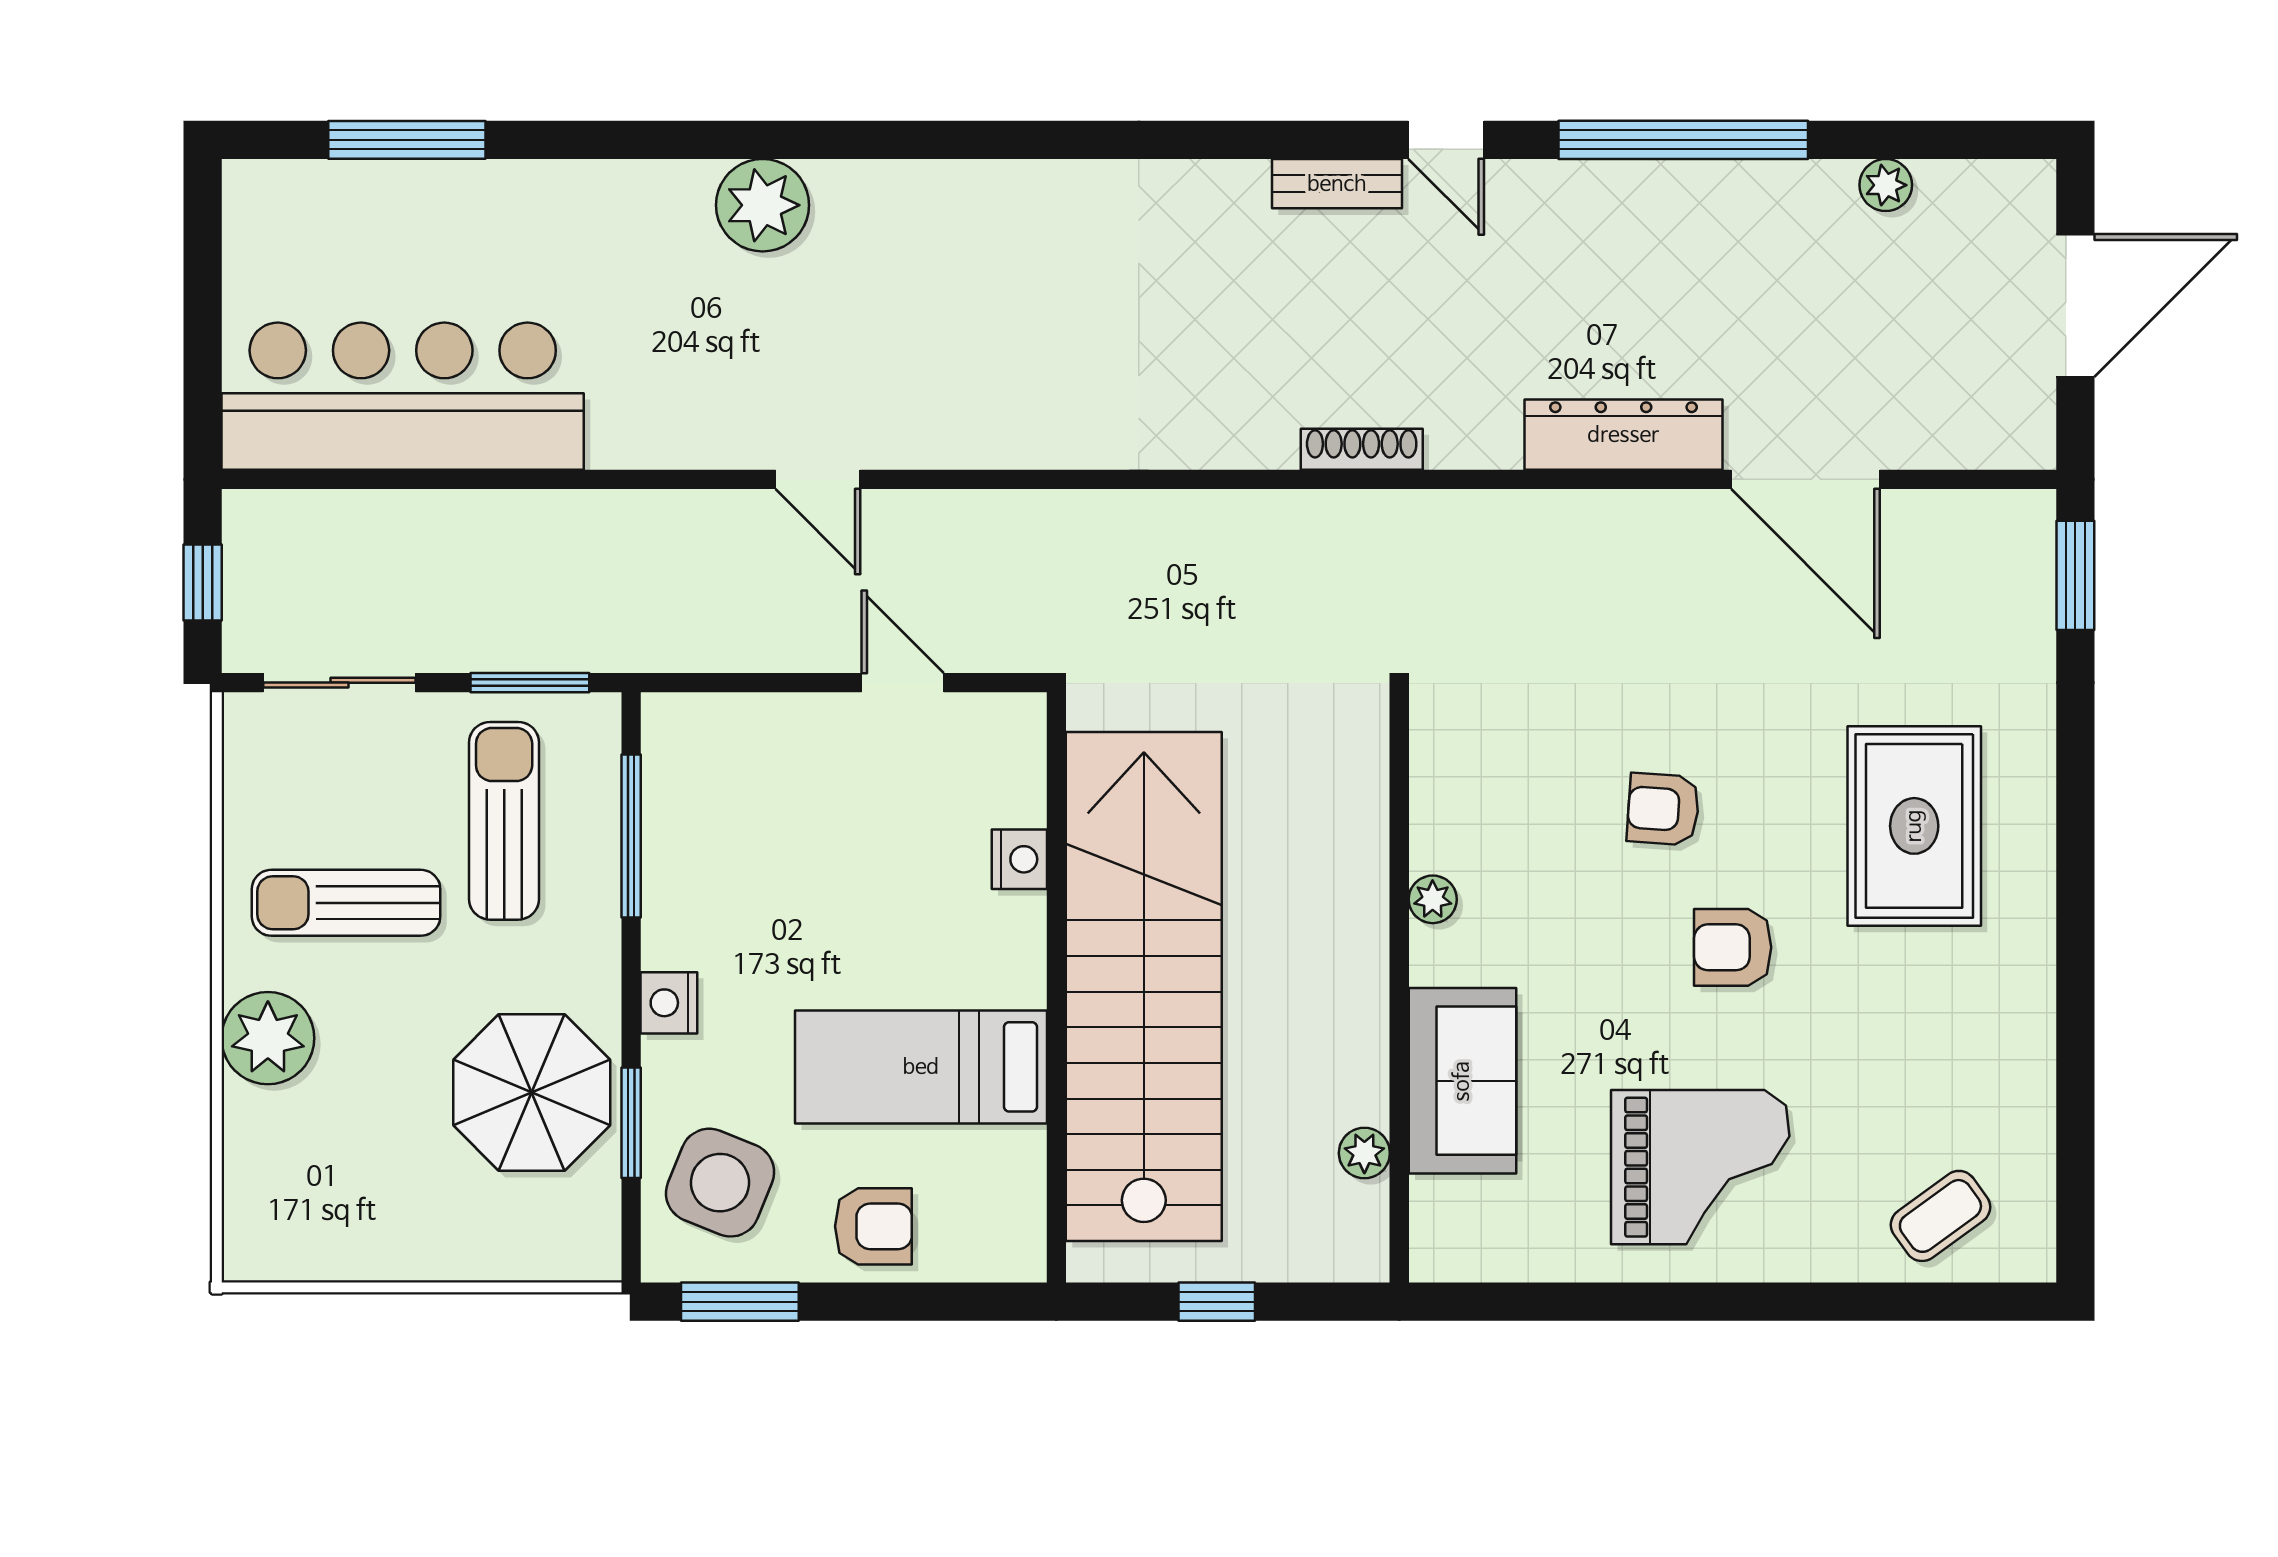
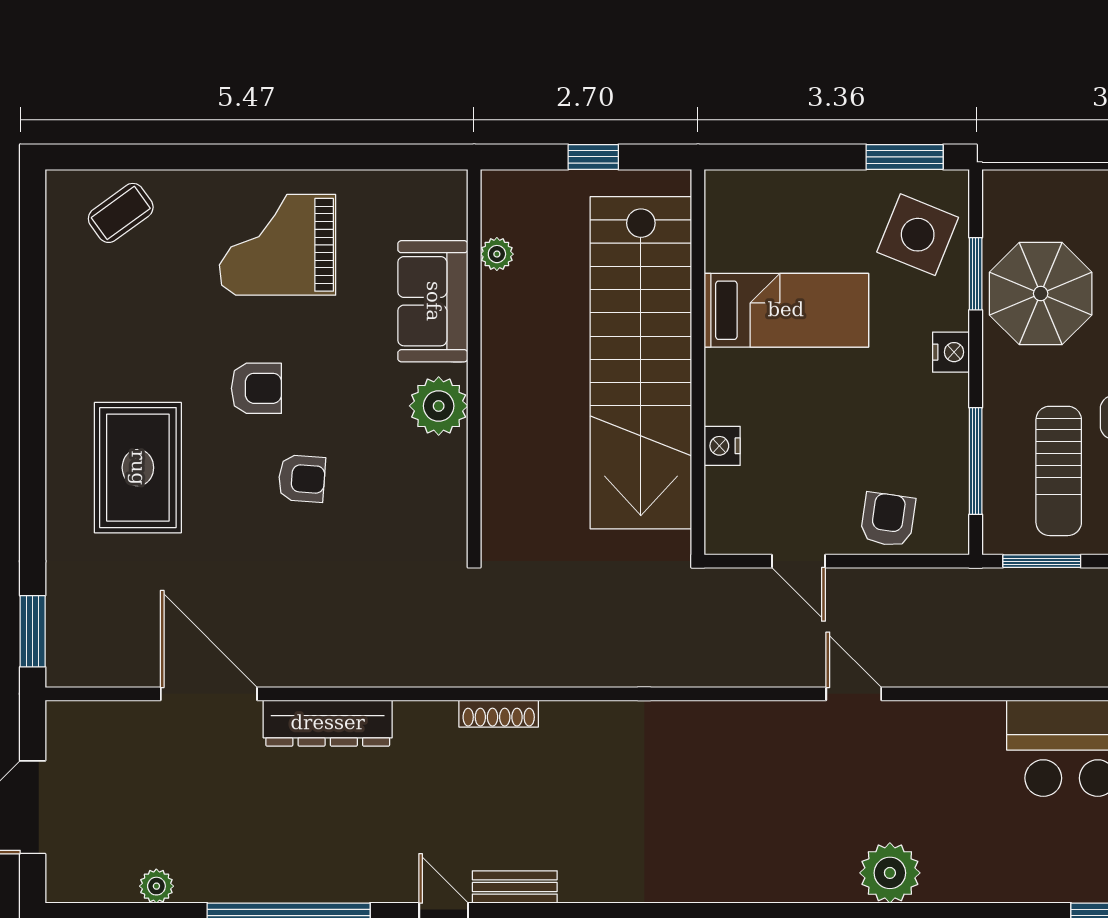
plant: (1433, 899) -> (439, 406), width x1.87, depth x1.87
armchair: (873, 1226) -> (888, 520), moved, turned 98

